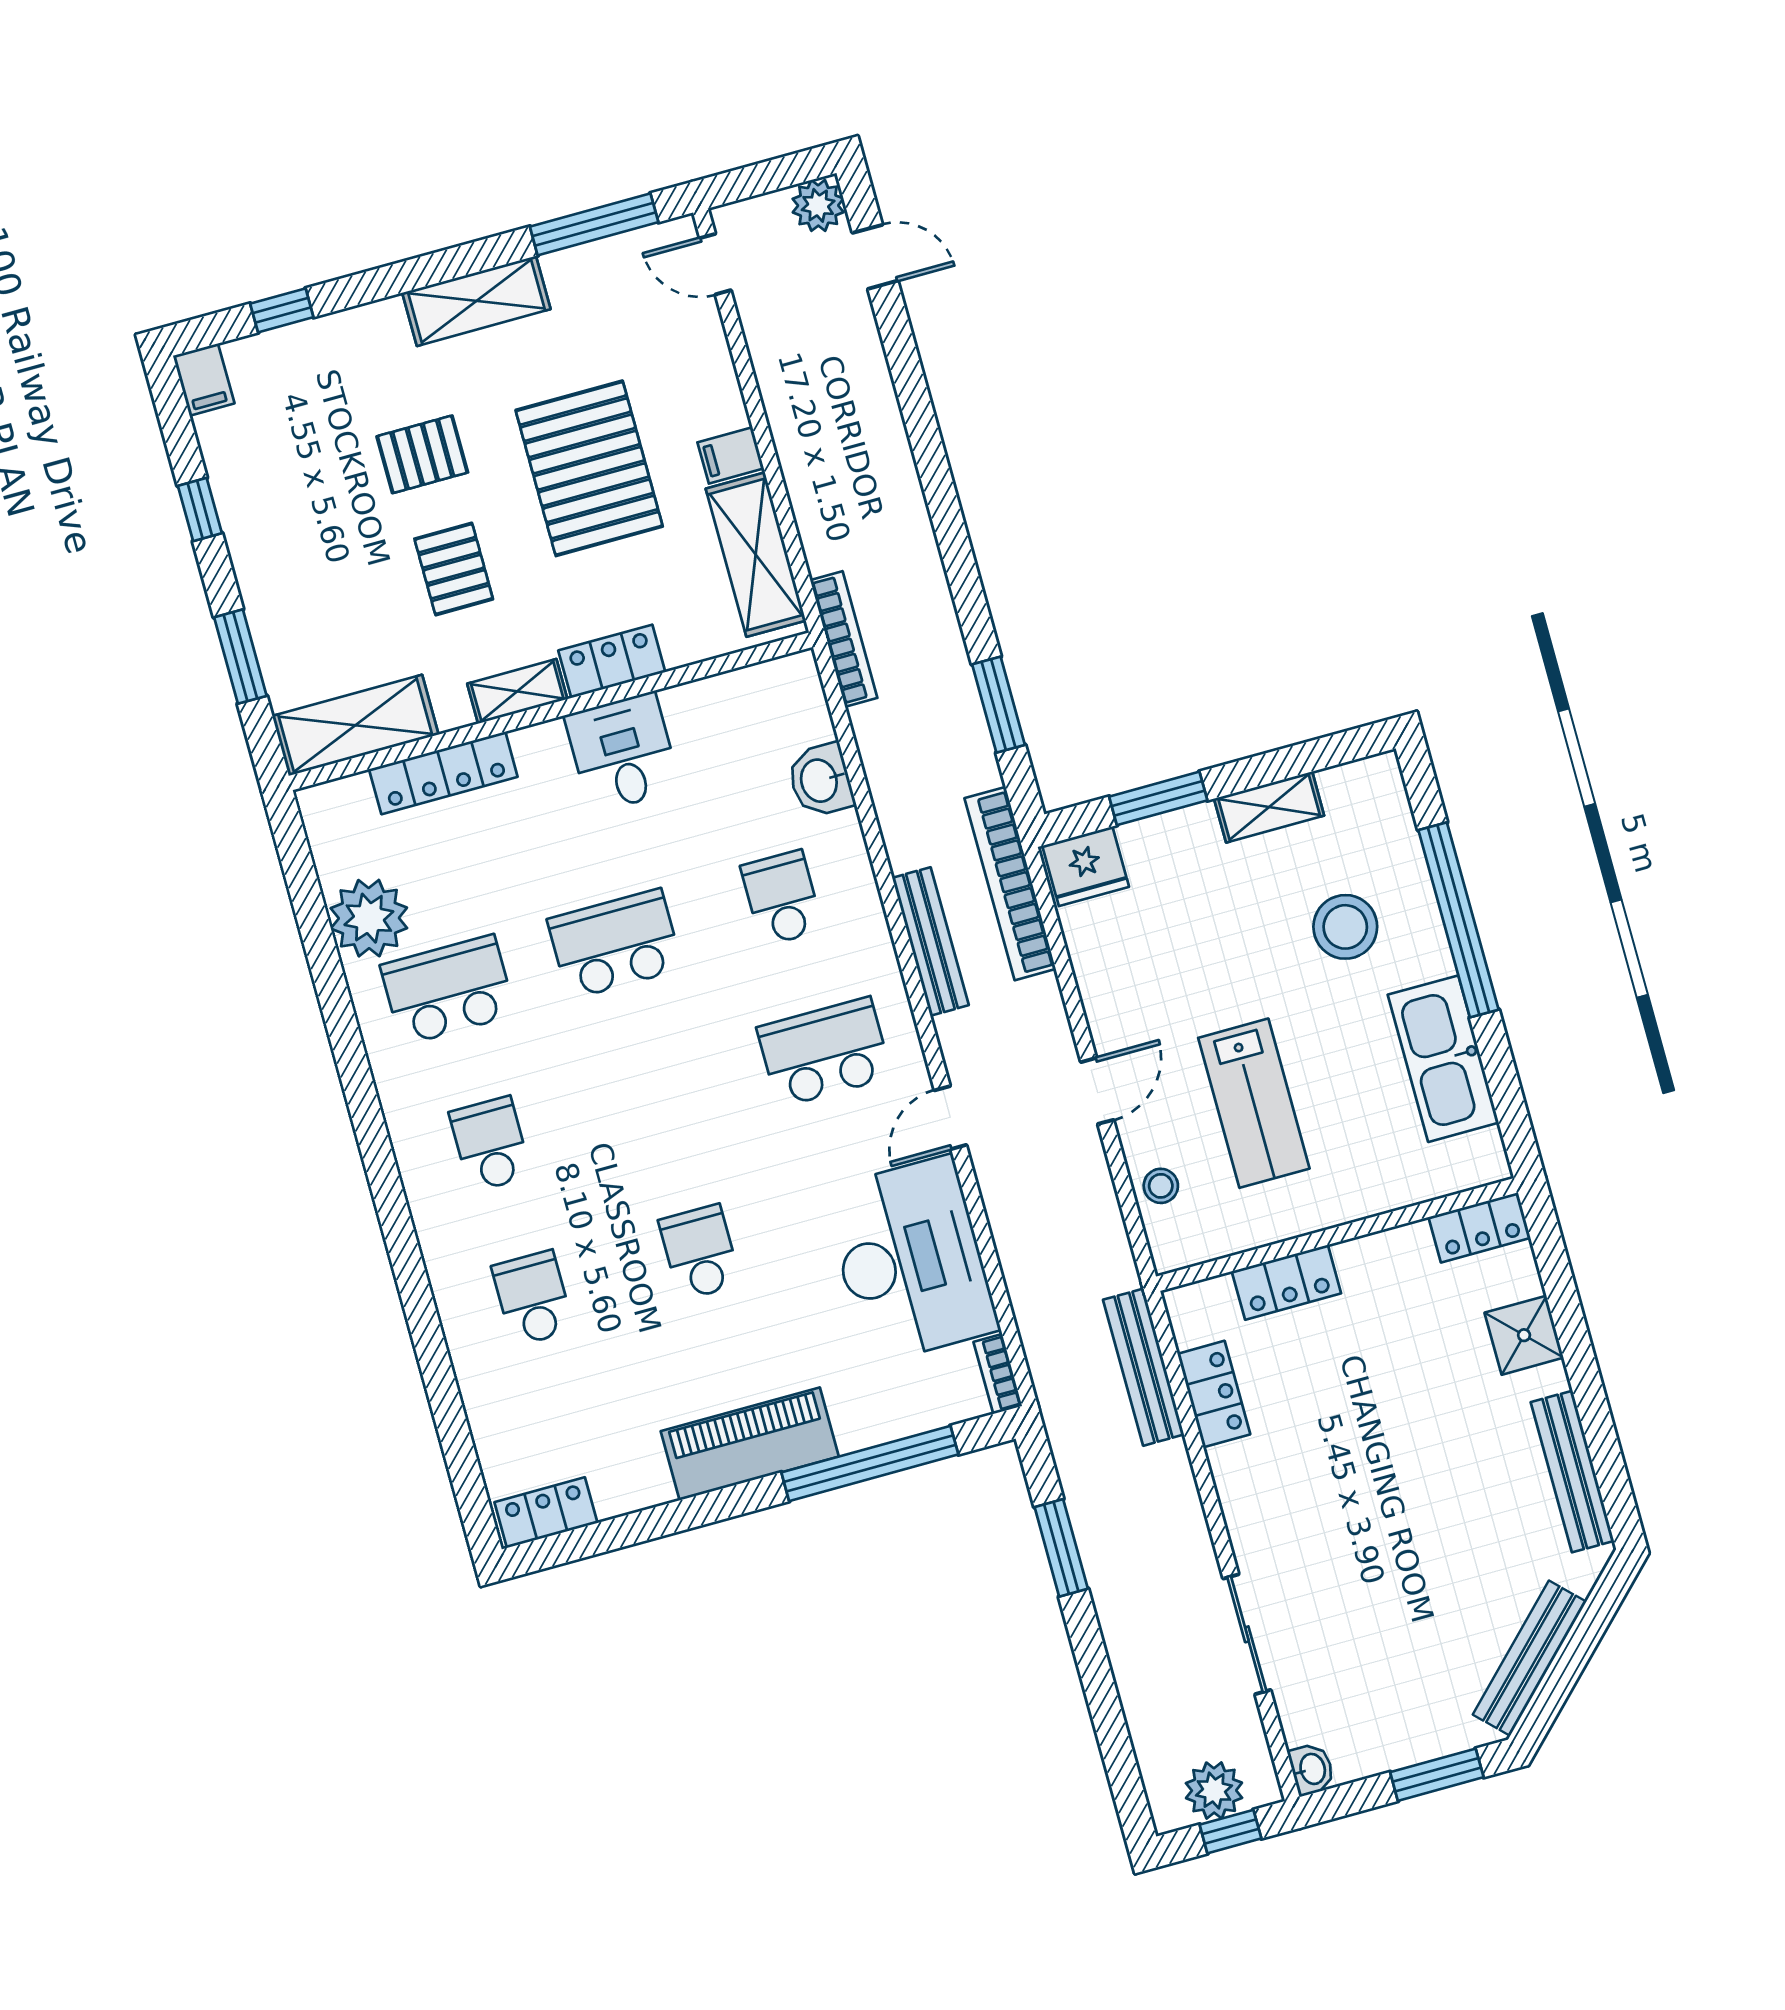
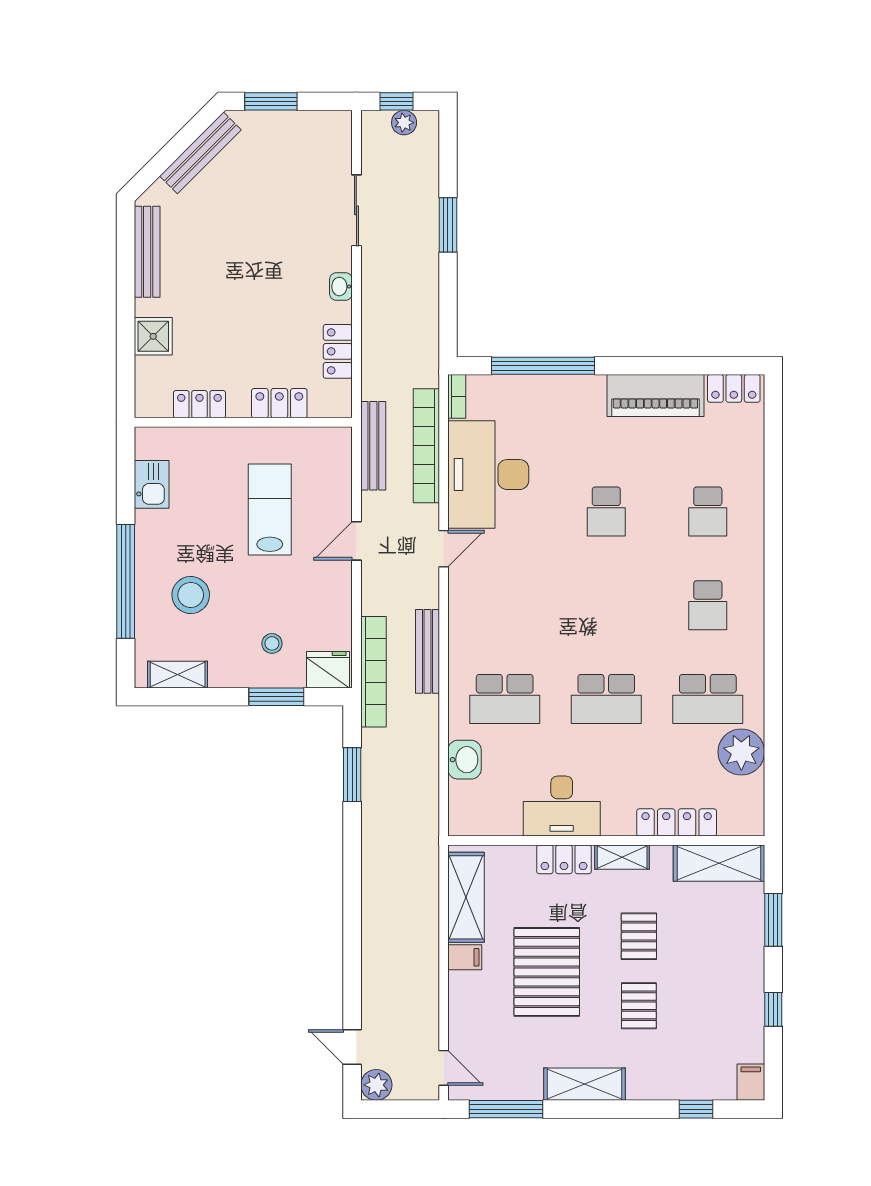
pallet: (422, 454) -> (639, 1006), turned 90
bookcase: (844, 639) -> (426, 446), moved, width x1.48, depth x1.31
desk: (623, 753) -> (562, 806), width x1.37
shelving: (1269, 807) -> (178, 675), moved
school desk: (782, 898) -> (505, 699), width x1.85
school desk: (824, 1052) -> (505, 605), removed
kitchen sink: (1443, 1059) -> (152, 484), width x0.53, depth x0.81
stool: (1161, 1186) -> (272, 643), moved
locker: (1479, 1227) -> (199, 404), moved
bench: (1144, 1367) -> (373, 446), moved
piano: (750, 1444) -> (655, 395), moved
window: (1061, 1548) -> (448, 225), moved
washbasin: (1312, 1769) -> (341, 287), moved
plant: (1214, 1790) -> (404, 123), width x0.73, depth x0.73

